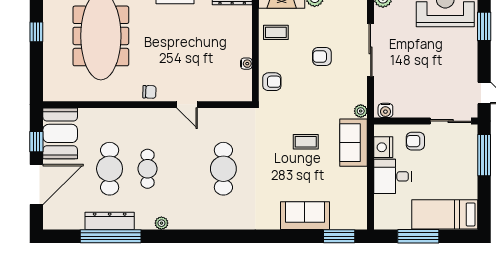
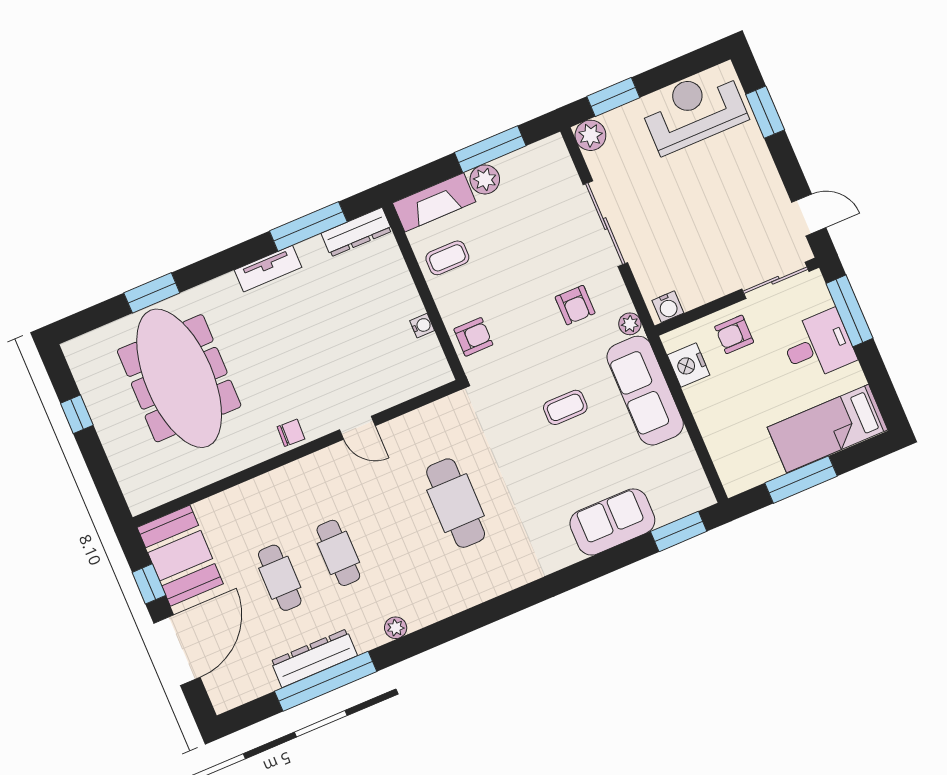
armchair: (322, 56) -> (575, 305), moved, turned -90
sofa: (354, 143) -> (645, 391), width x1.36
cafe table: (110, 169) -> (280, 578), width x0.73, depth x0.74
desk: (392, 176) -> (818, 345), moved, turned 180

